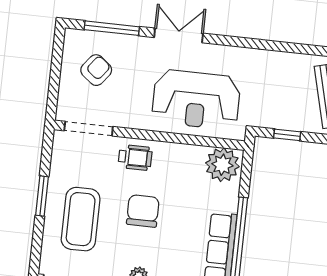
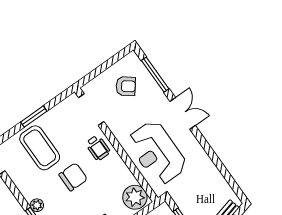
coffee table: (81, 219) -> (40, 148), turned 90

